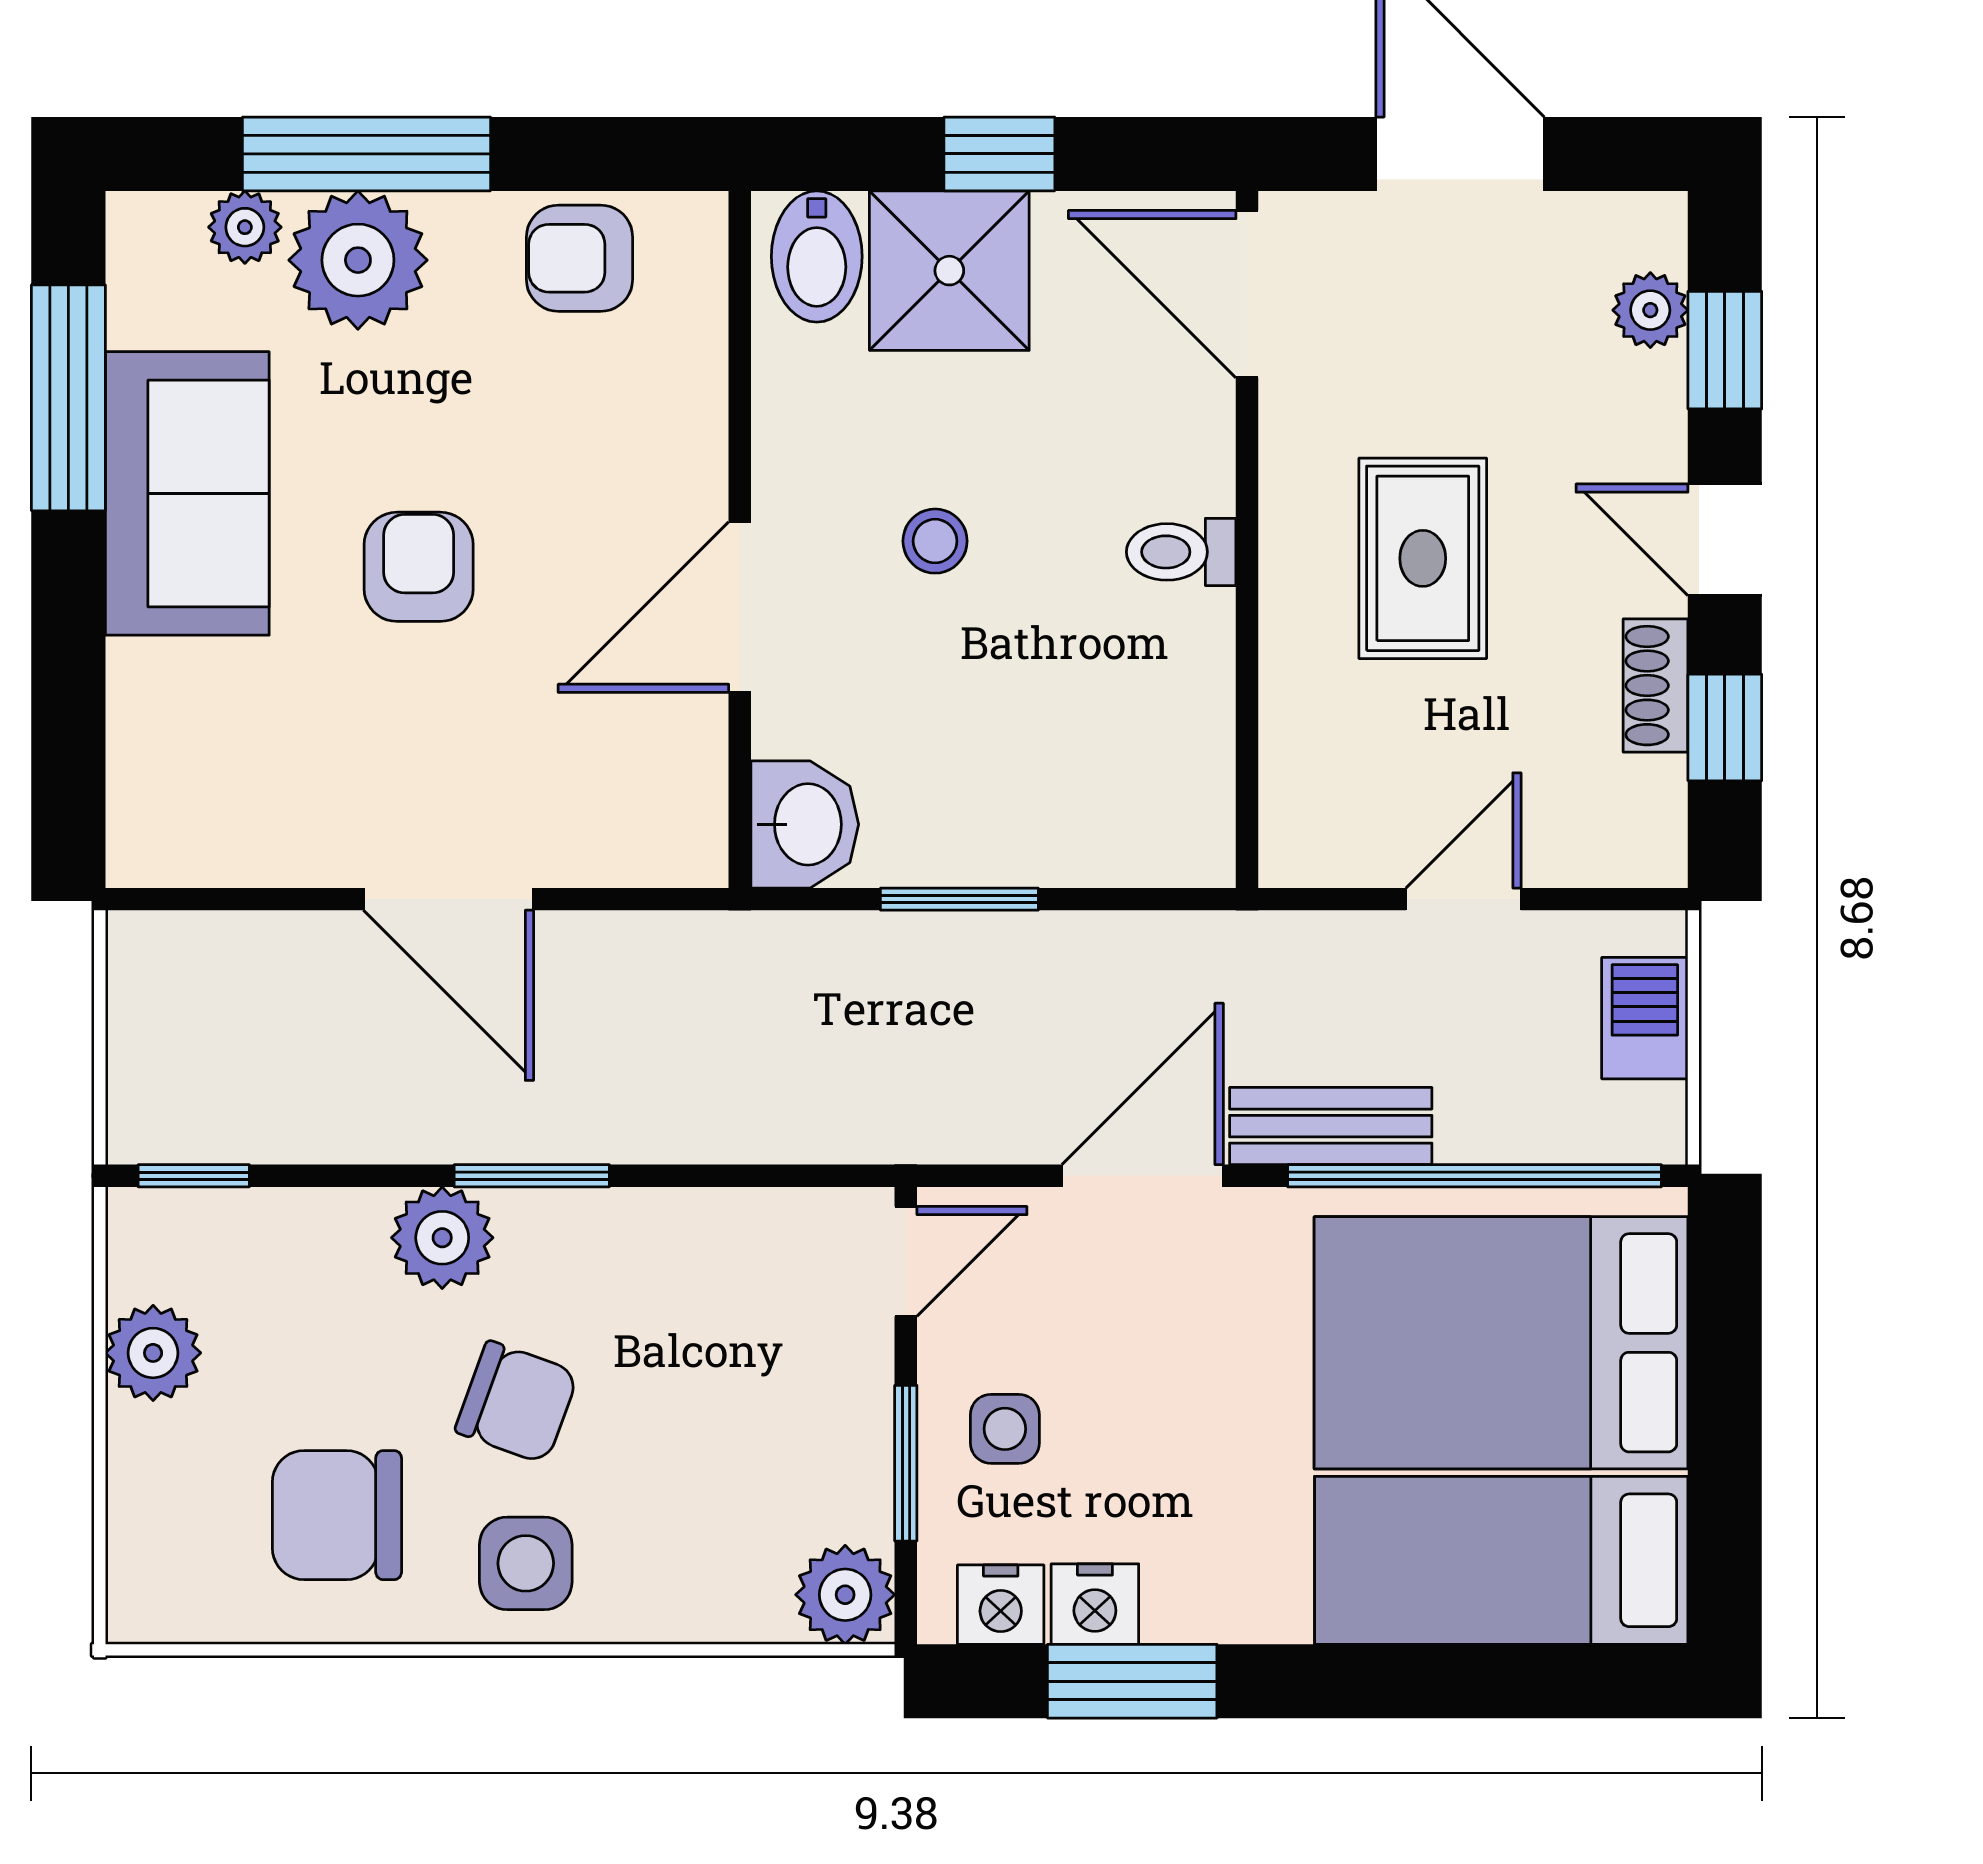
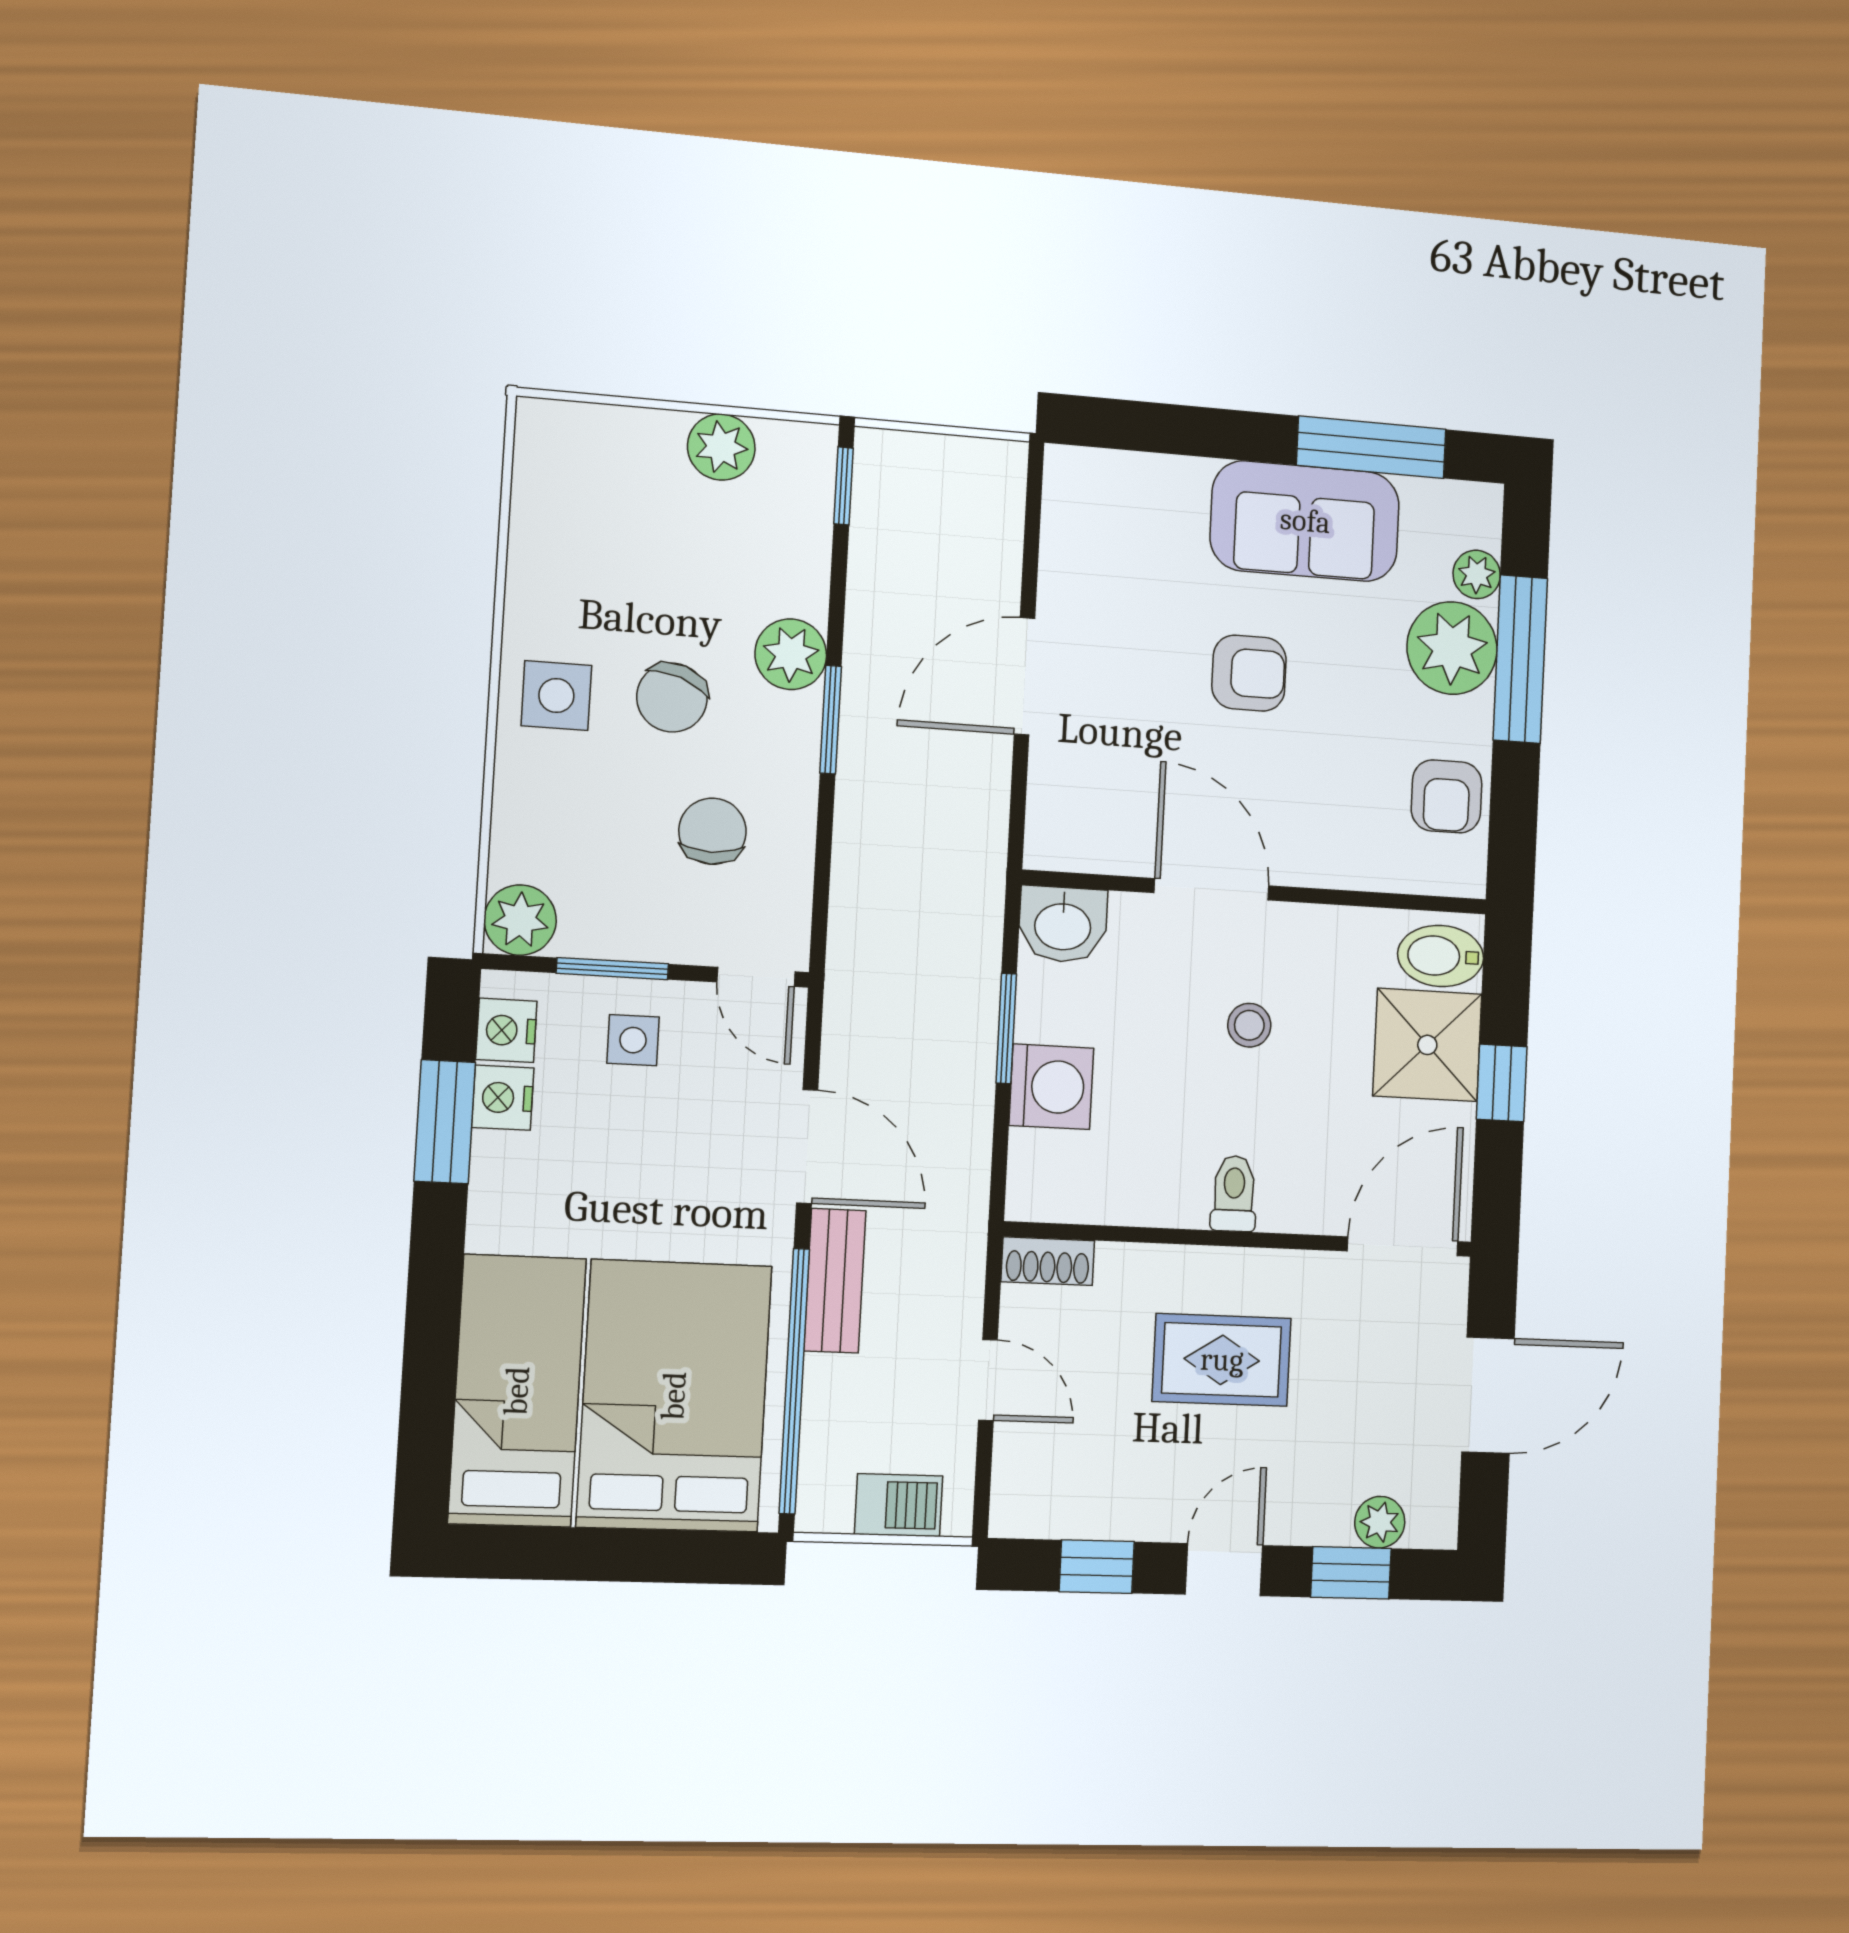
armchair: (580, 258) -> (1447, 796), turned 180
shoe rack: (1656, 686) -> (1048, 1261), moved, turned 180
washing machine: (1040, 829) -> (1051, 1087), added
chair: (337, 1515) -> (712, 831), moved, width x0.73, depth x0.73

